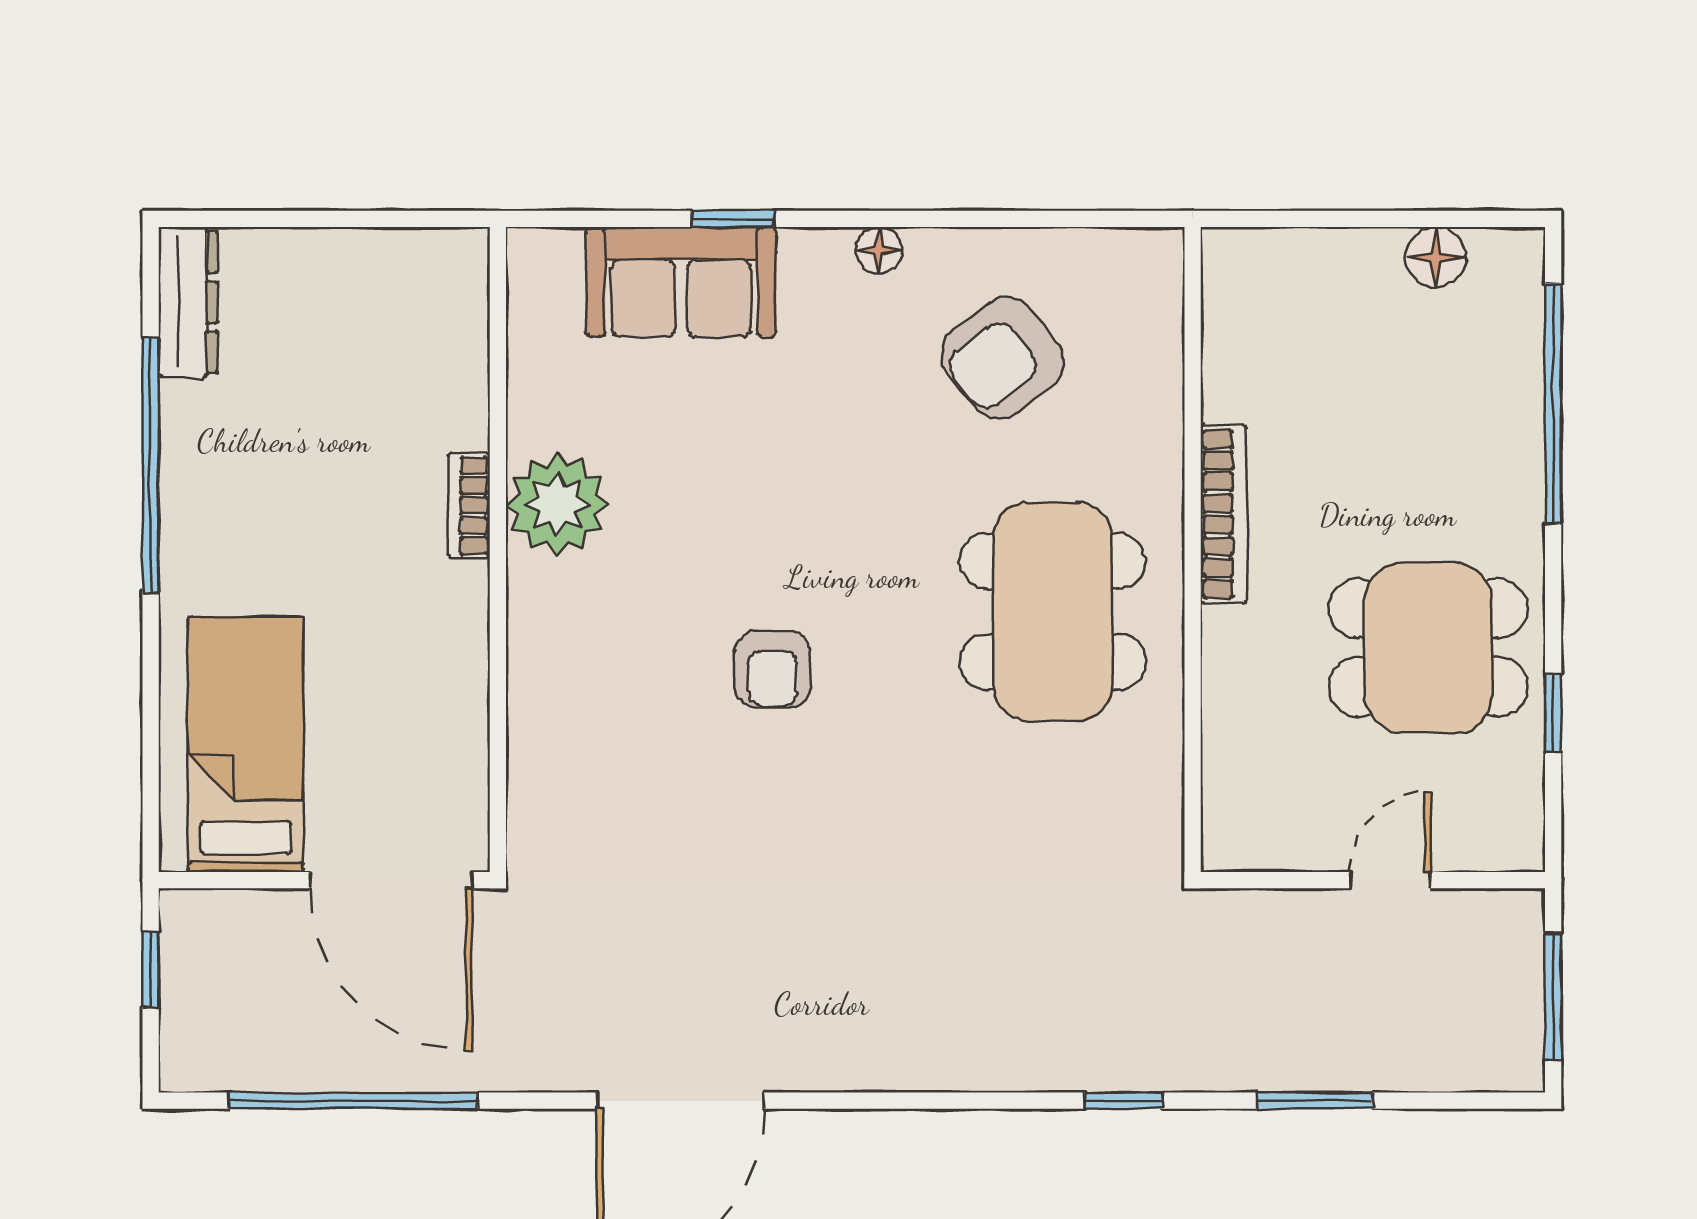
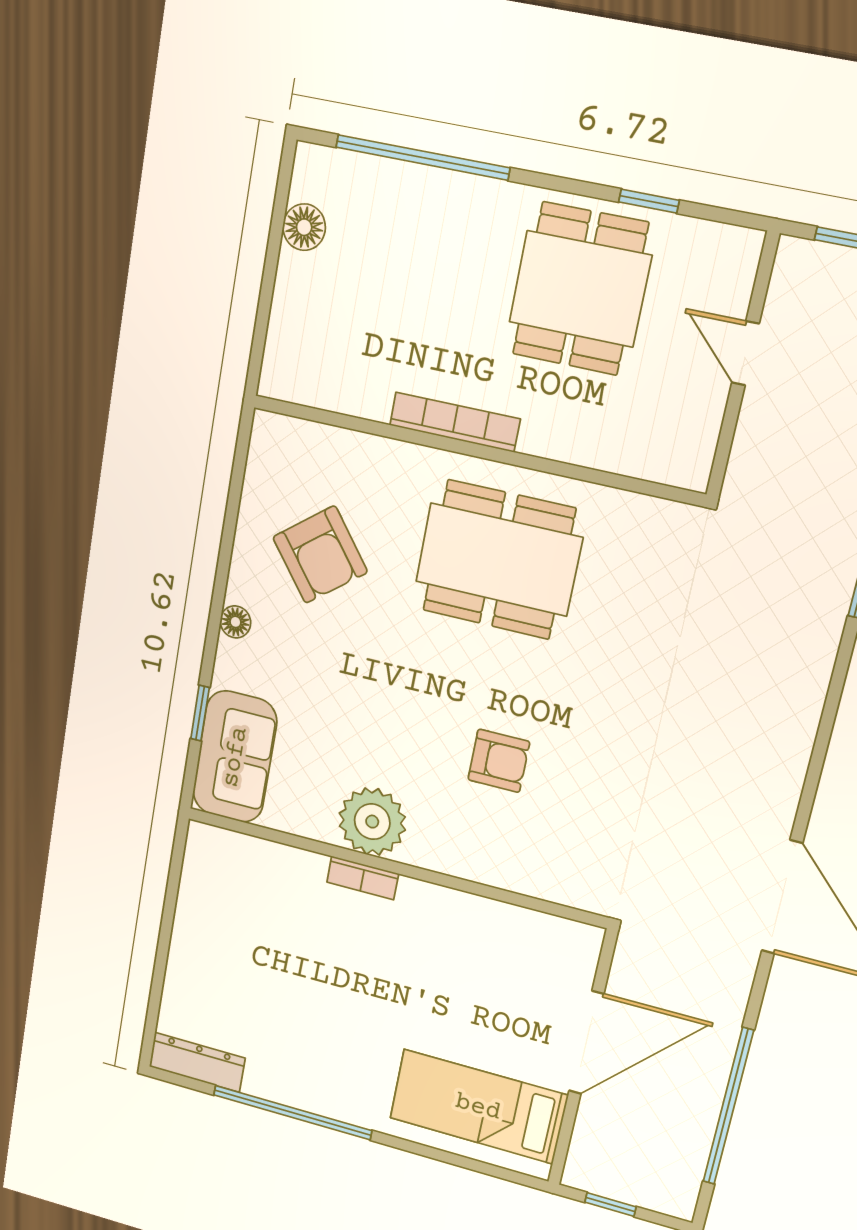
plant: (557, 504) -> (372, 822), moved
bookcase: (469, 506) -> (363, 878), moved
wall: (498, 550) -> (395, 867), moved

